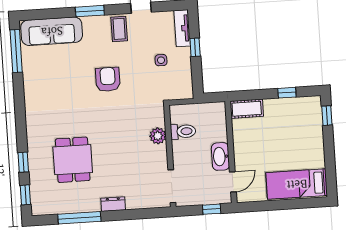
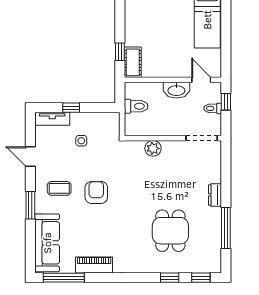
coffee table: (119, 29) -> (59, 188), moved
armchair: (108, 79) -> (96, 192), turned 90
piano: (31, 82) -> (94, 265), added
window: (287, 93) -> (120, 52), moved
toilet: (183, 131) -> (136, 106), moved, turned 90
dining table: (73, 160) -> (170, 231), turned 90
toilet: (204, 196) -> (213, 108), added

